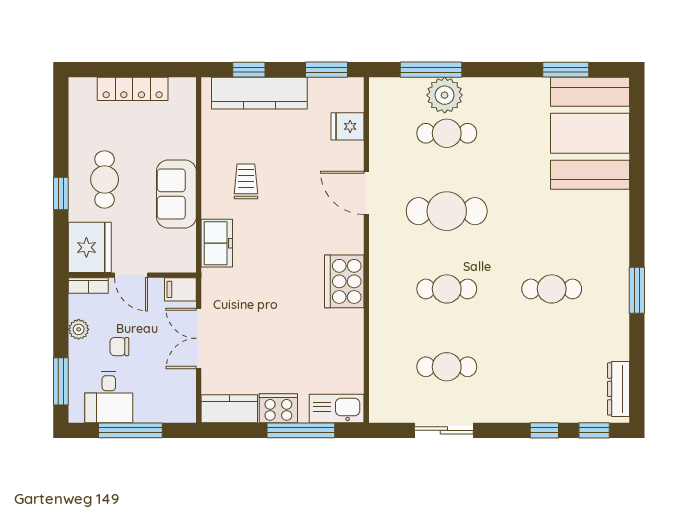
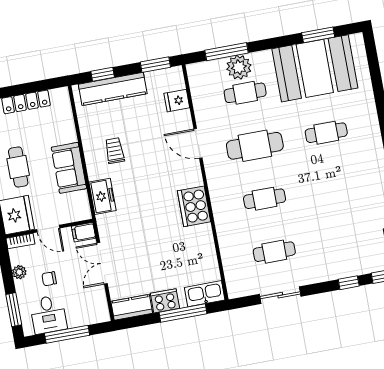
booth: (590, 133) -> (315, 68), moved, turned 90
cafe table: (552, 289) -> (326, 133), moved

